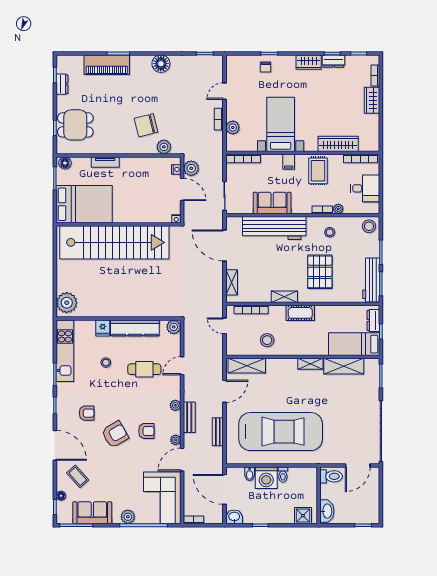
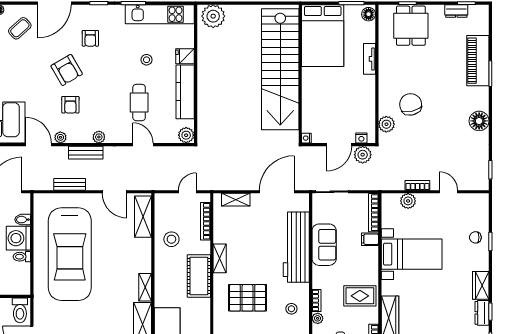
filing cabinet: (289, 162) -> (370, 239), moved
cot: (300, 313) -> (199, 276), width x1.37, depth x1.34

